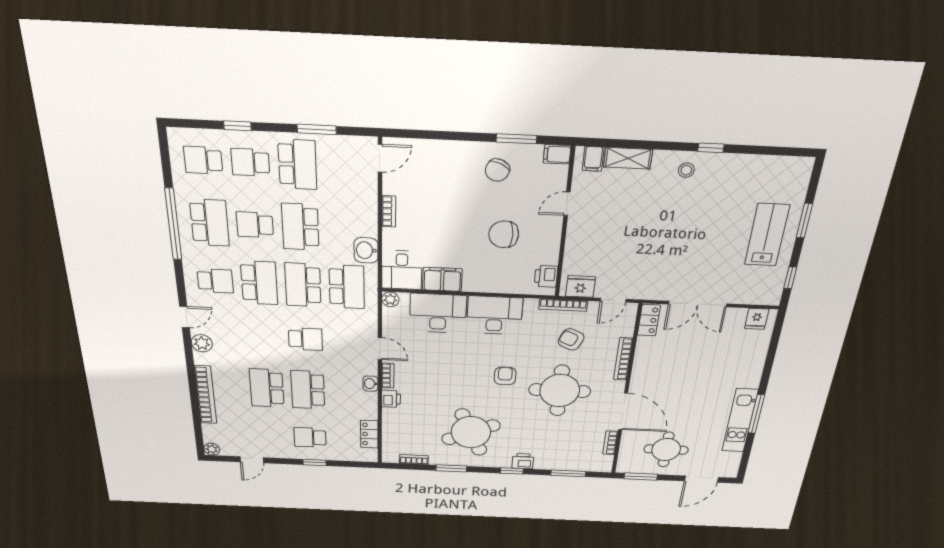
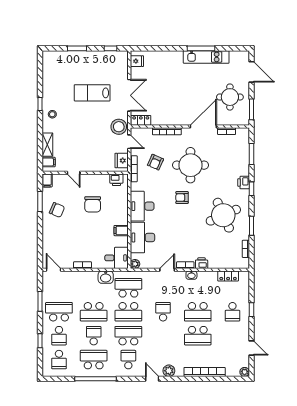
school desk: (255, 225) -> (94, 336), turned 180
lab bench: (767, 235) -> (92, 93), moved
filing cabinet: (442, 279) -> (121, 231), width x0.50
stool: (643, 285) -> (119, 127), added

